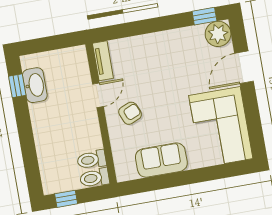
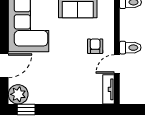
armchair: (130, 113) -> (95, 46), turned 113
toilet: (92, 160) -> (130, 48), moved

